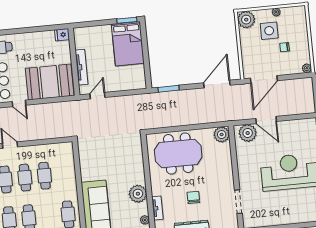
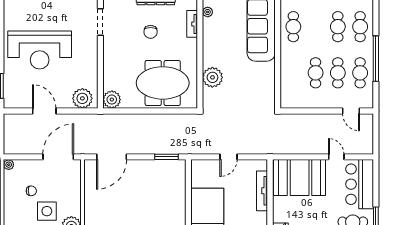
door: (97, 96) -> (229, 157), moved
door: (266, 120) -> (44, 111), moved
plant: (138, 194) -> (212, 77), moved

